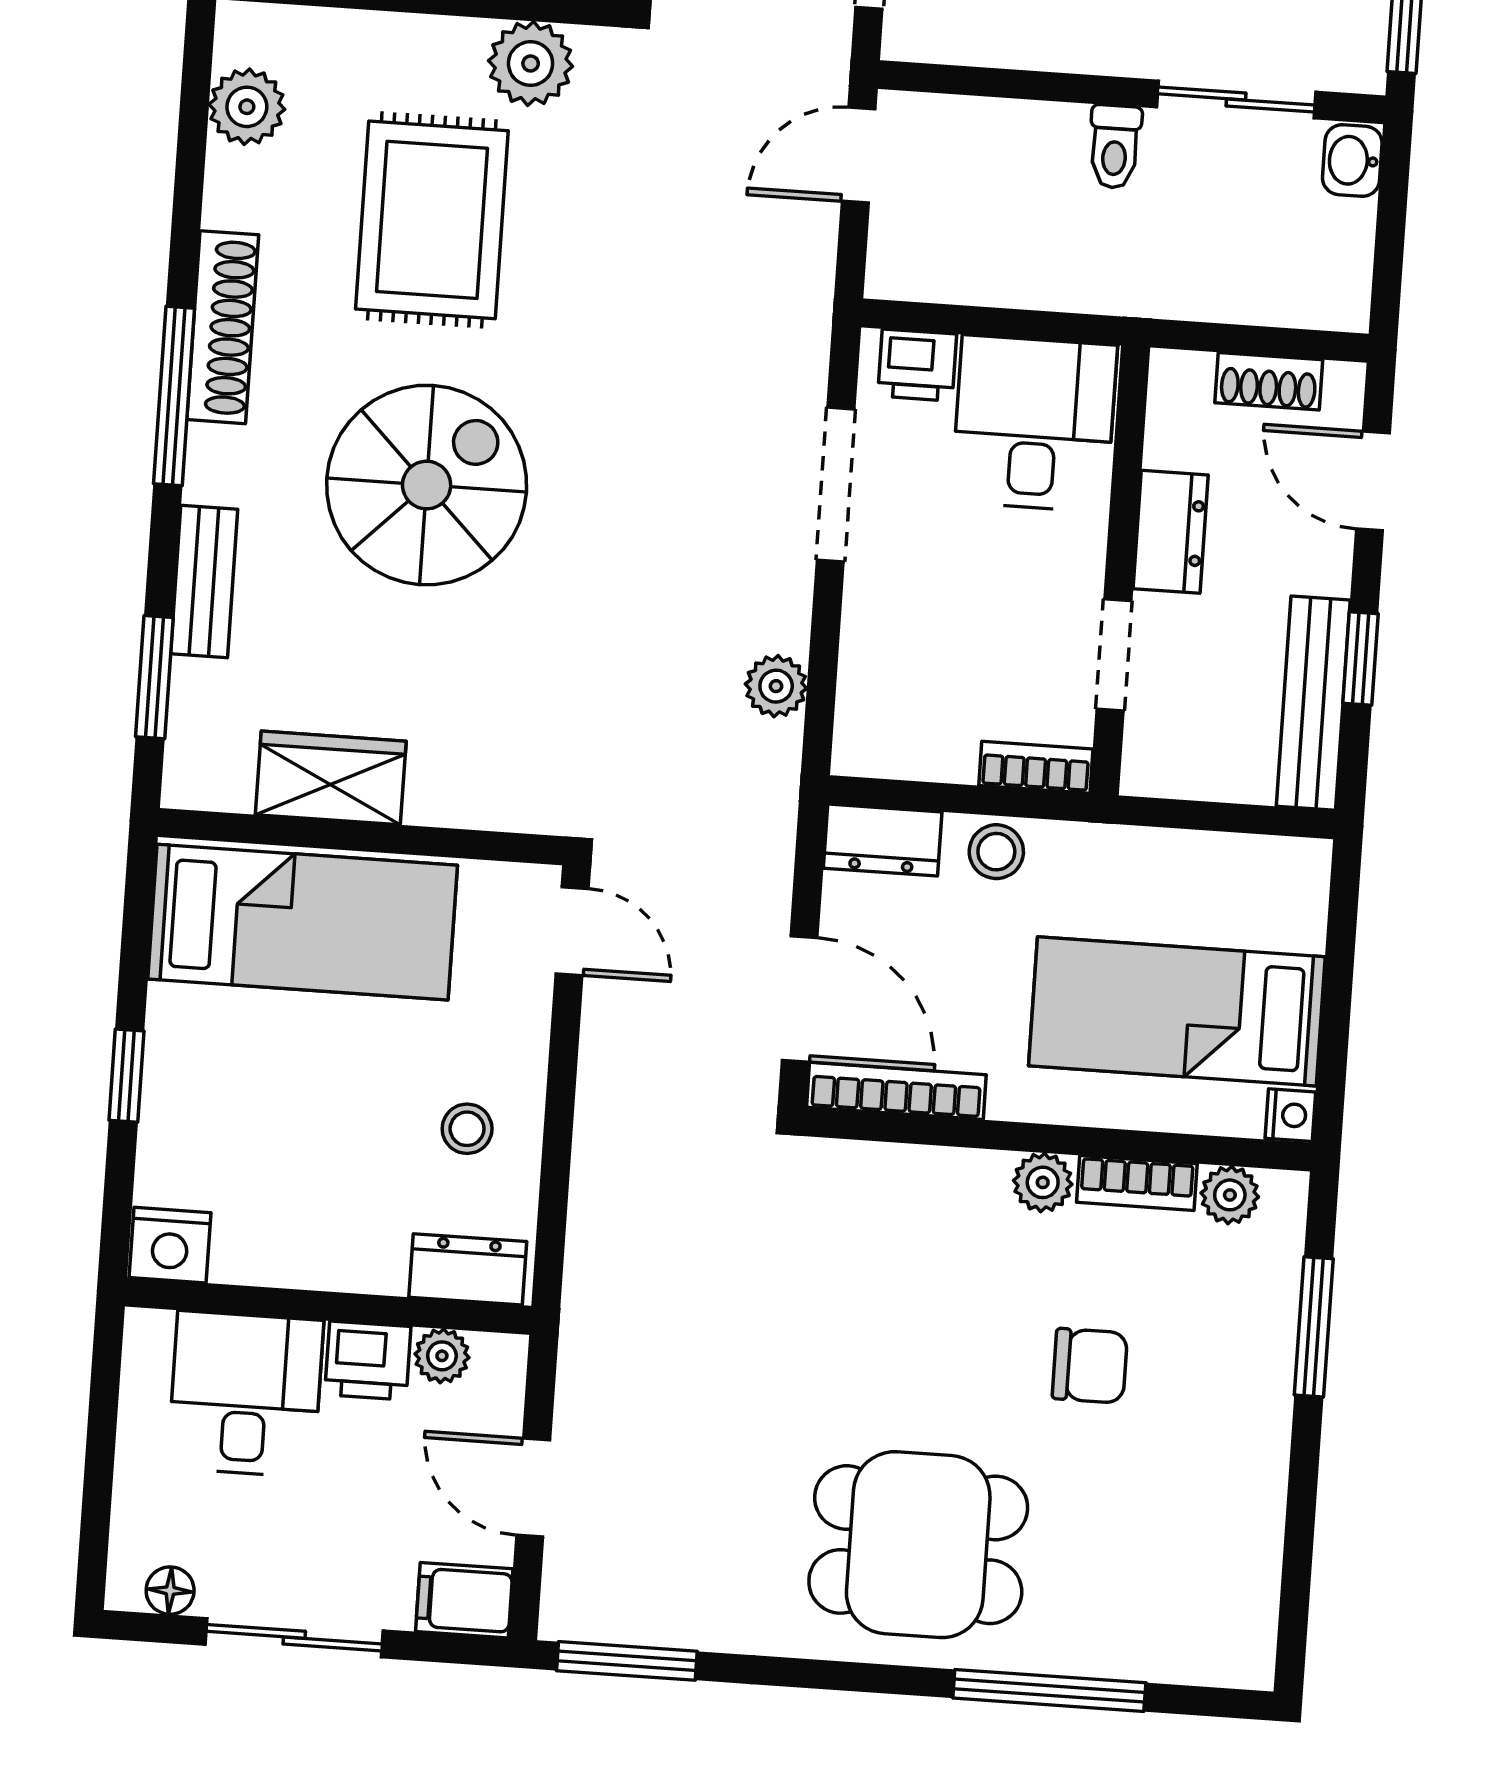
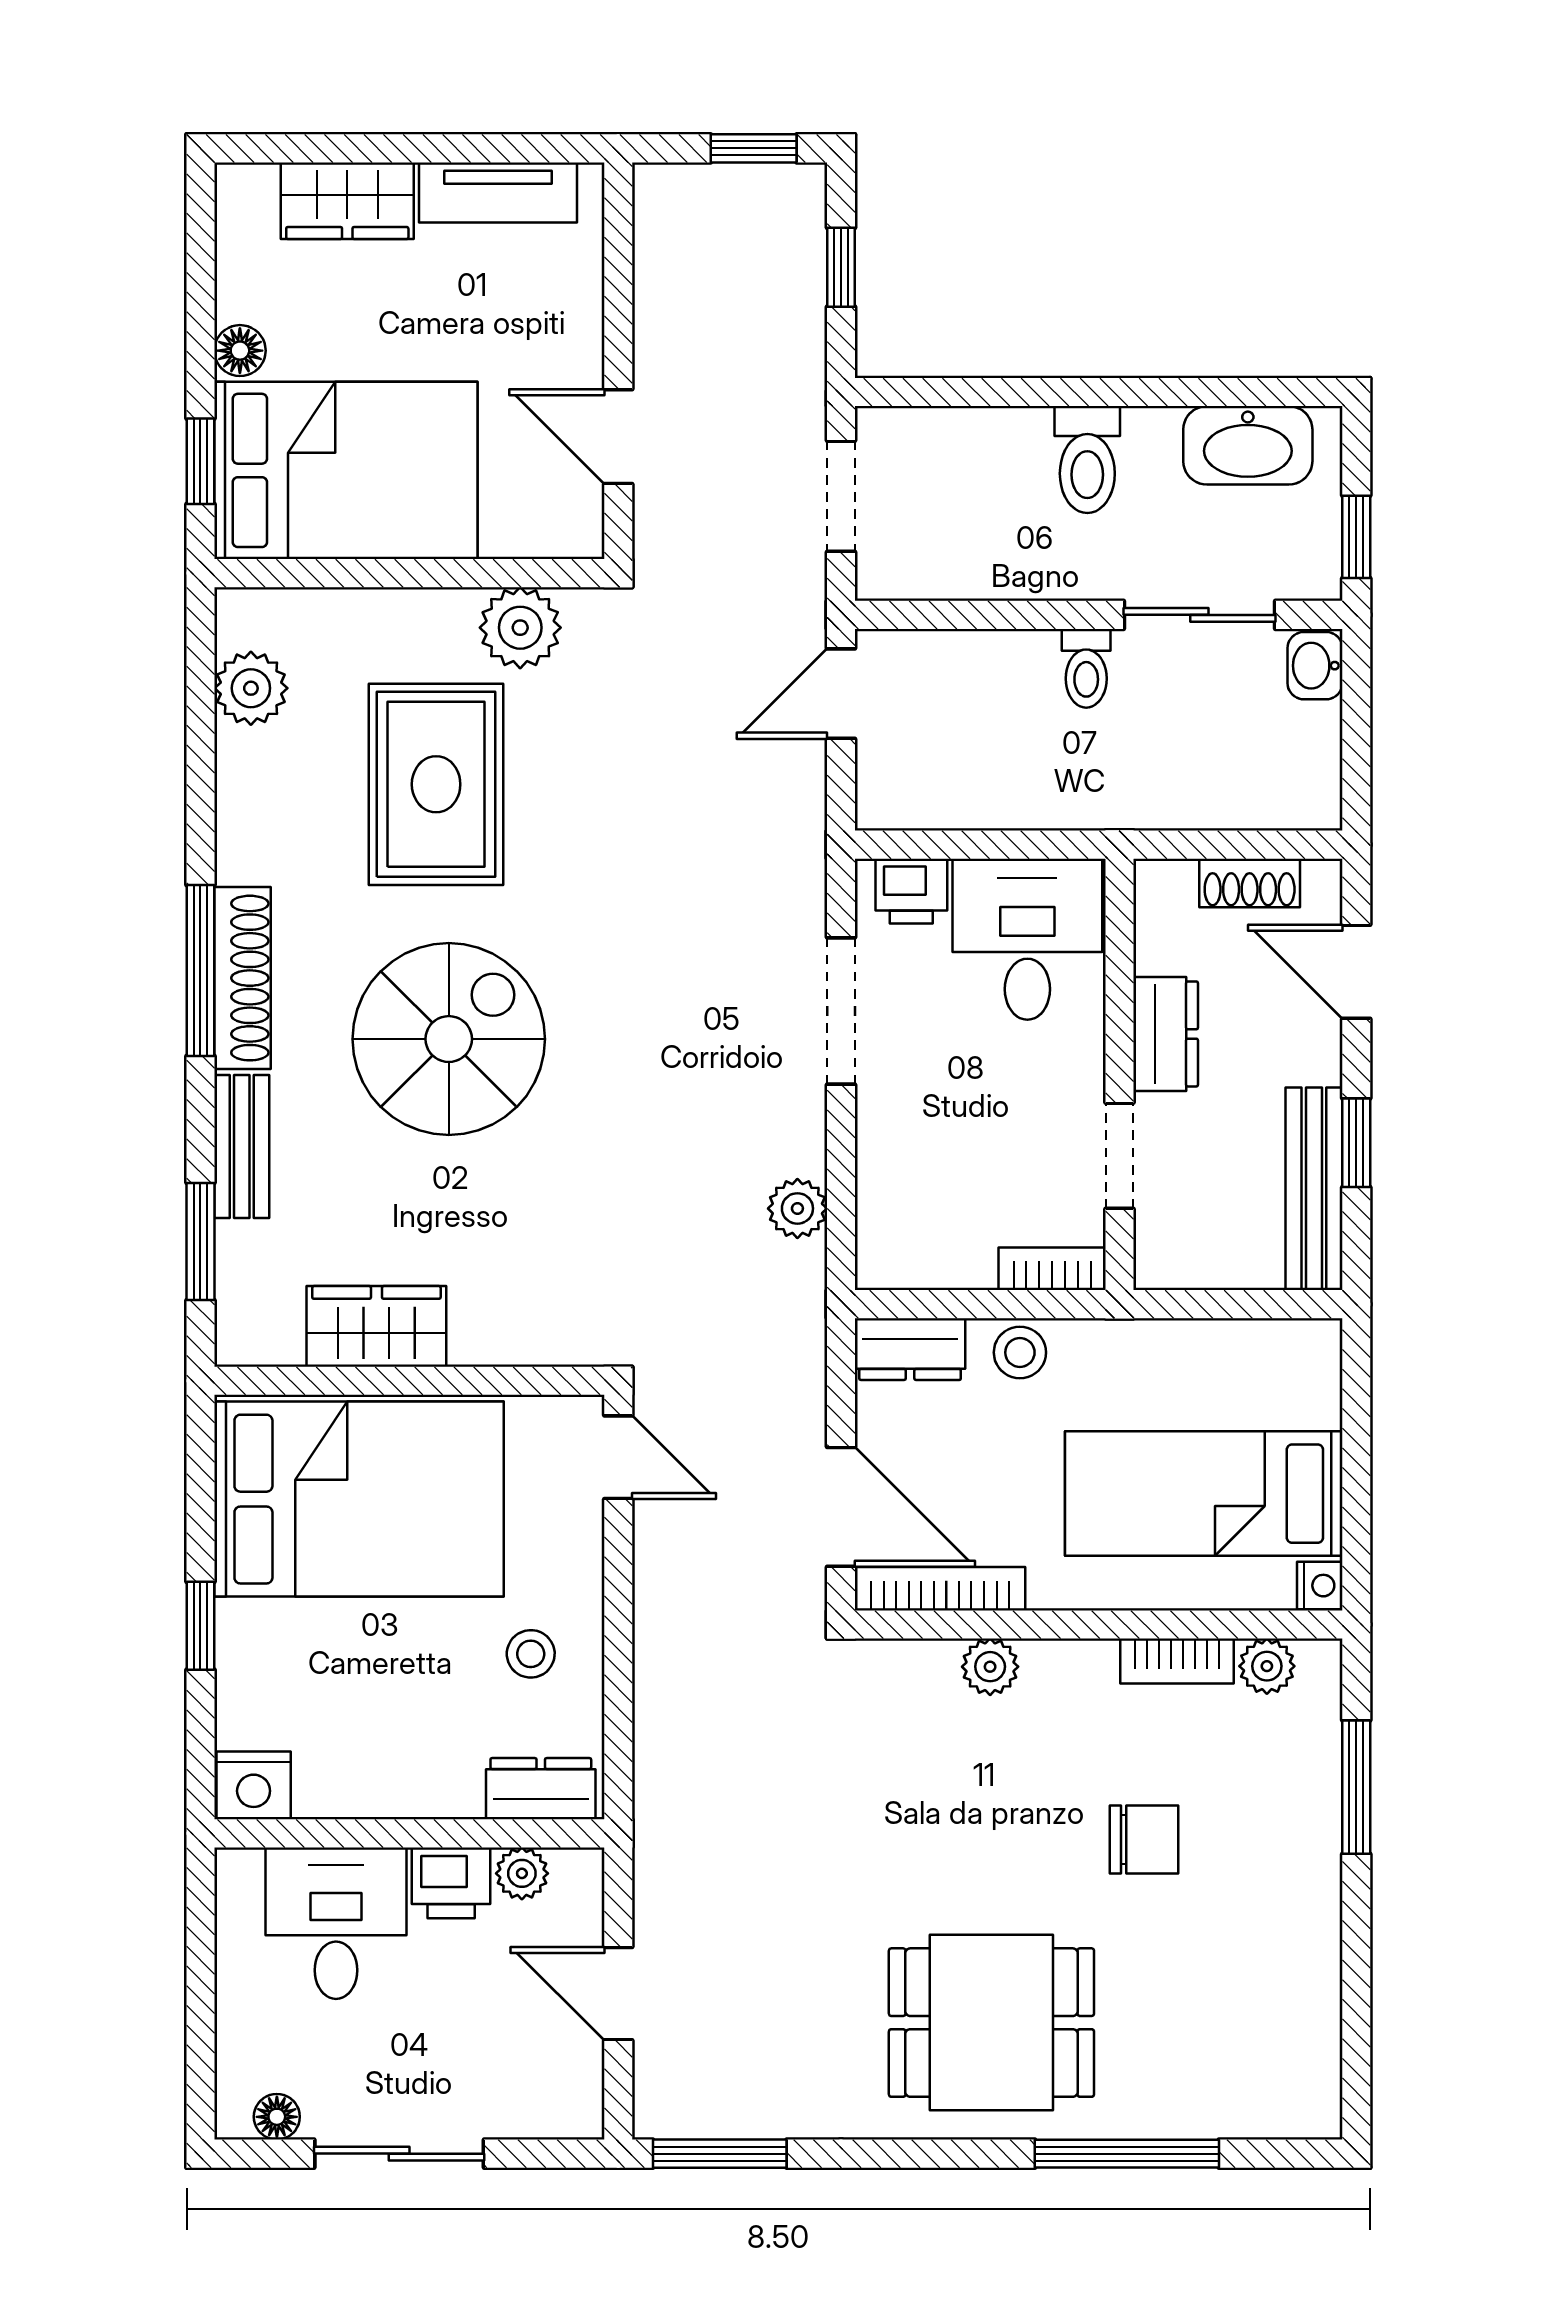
shoe rack: (223, 327) -> (243, 978), moved
bed: (303, 922) -> (359, 1499), width x1.50
plant: (1043, 1182) -> (990, 1667), moved
filing cabinet: (464, 1600) -> (560, 2106), removed

